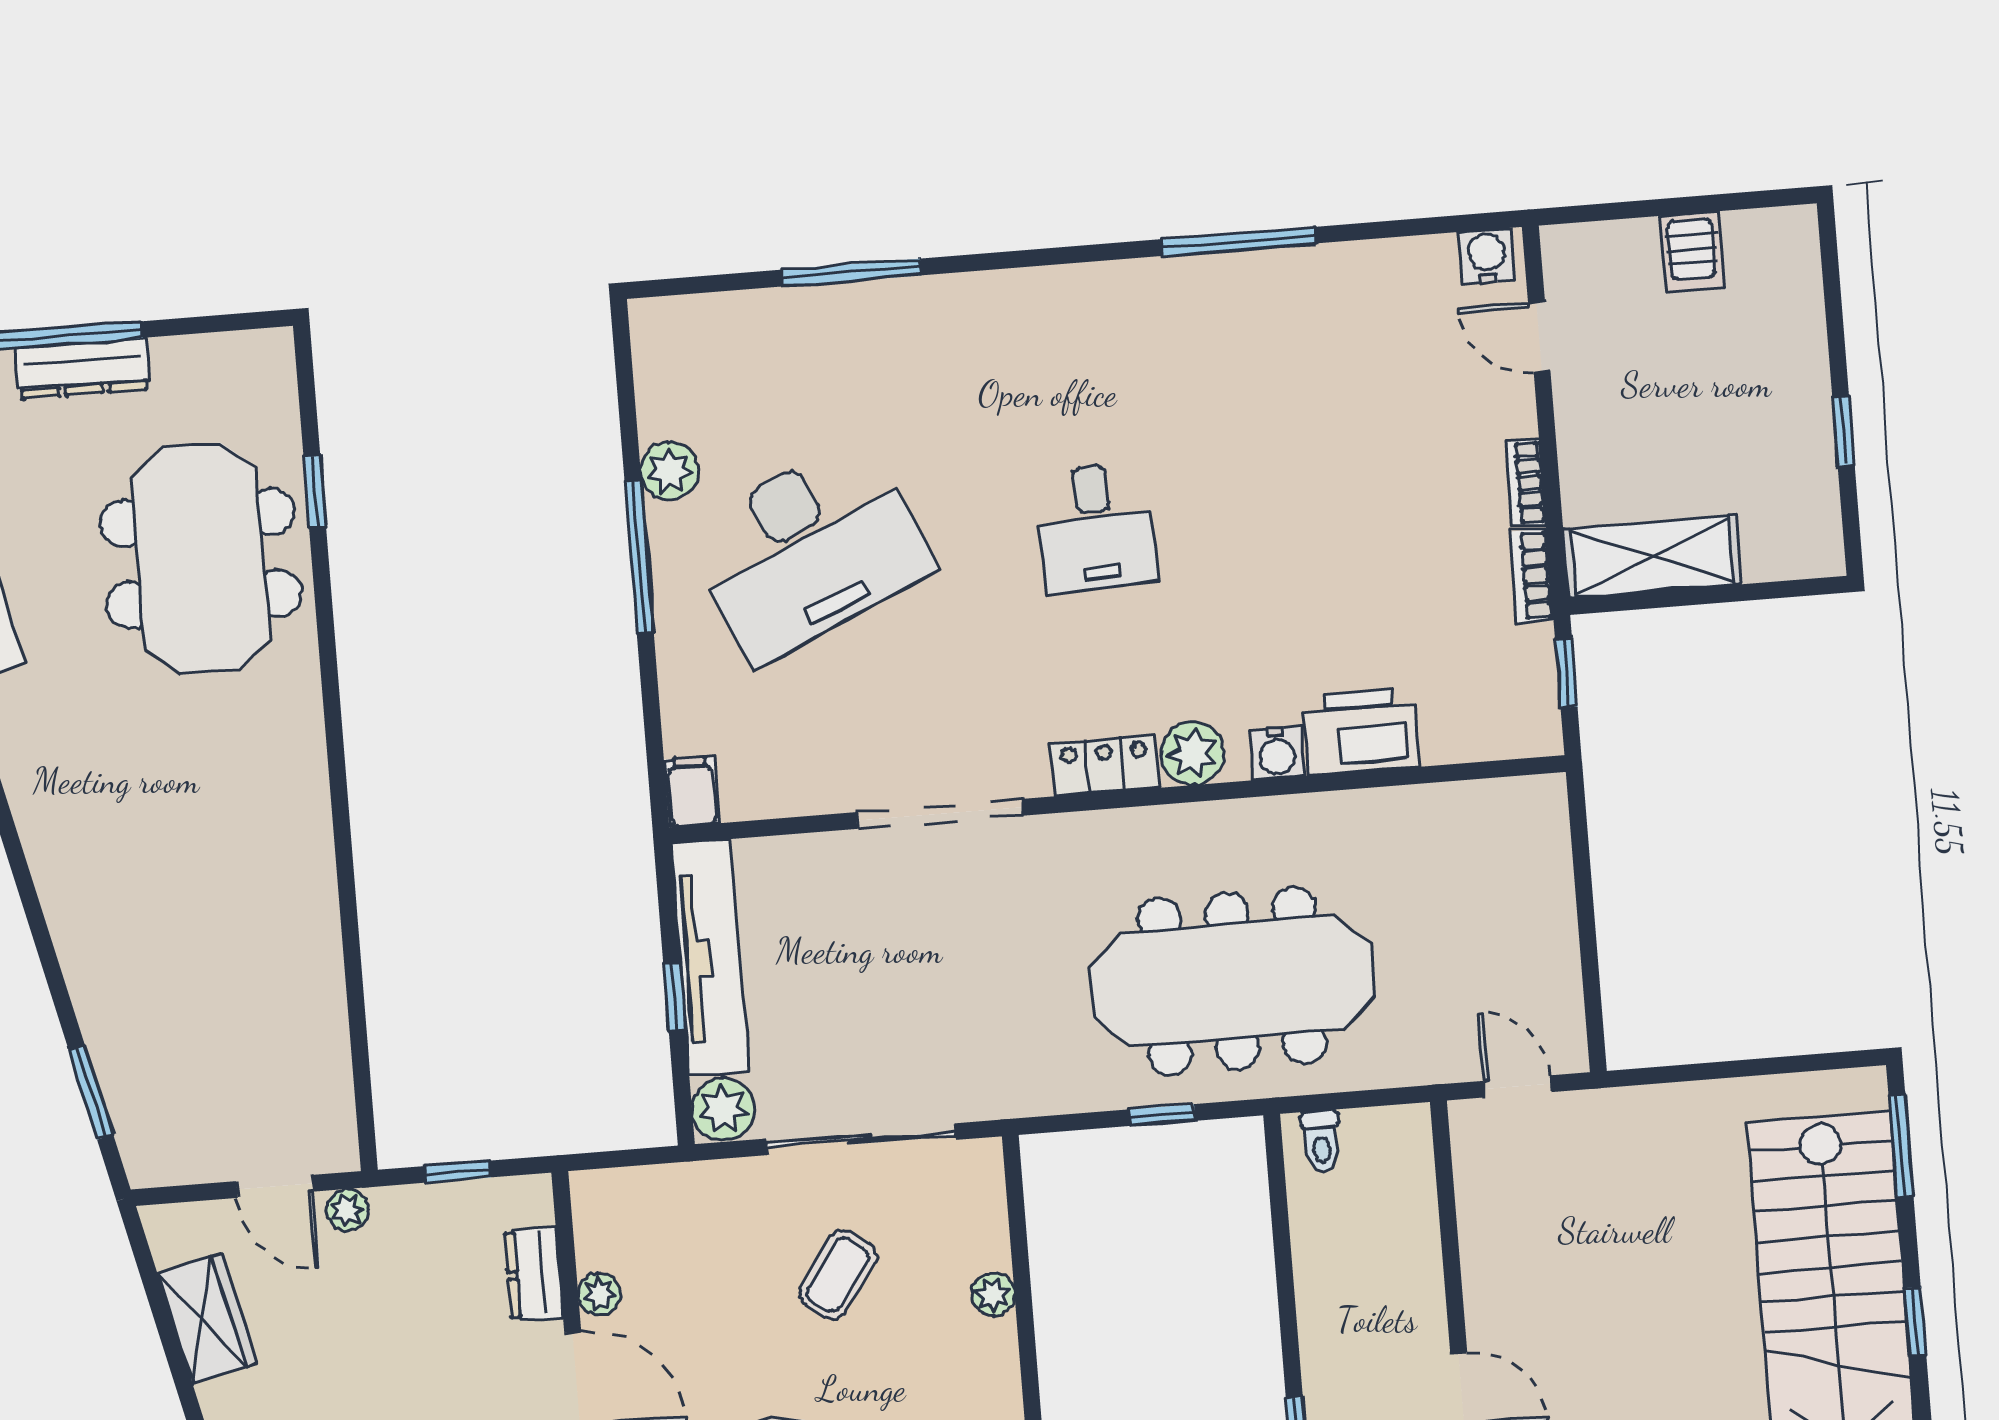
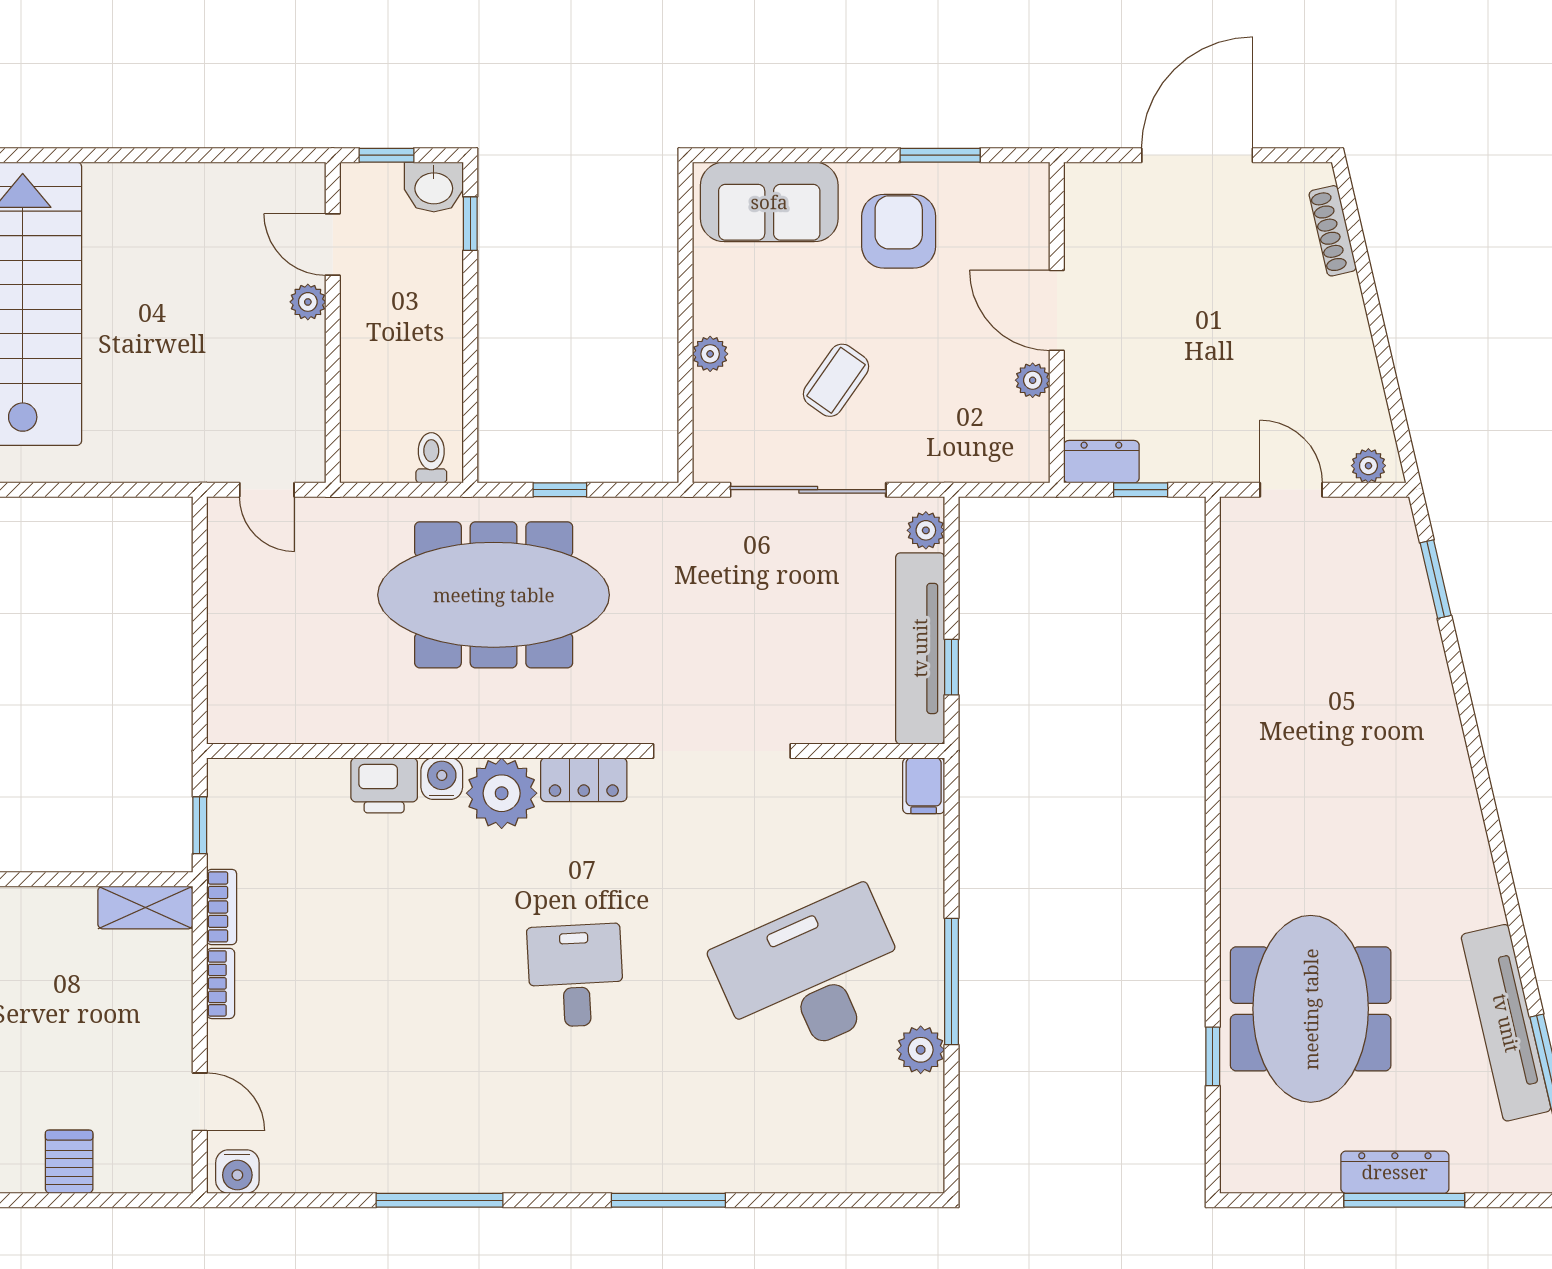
window: (851, 272) -> (668, 1200), moved
shelving: (1652, 557) -> (145, 908), width x0.67, depth x0.75
printer: (1361, 732) -> (384, 785), width x0.73, depth x0.84
plant: (1193, 753) -> (502, 793), width x1.36, depth x1.36
window: (674, 997) -> (951, 667), moved
plant: (723, 1109) -> (926, 530), width x0.73, depth x0.73
plant: (347, 1210) -> (1368, 466), moved
dresser: (534, 1274) -> (1101, 462), moved, turned -90
wardrobe: (207, 1318) -> (1356, 386), removed
plant: (1486, 1318) -> (308, 302), added

